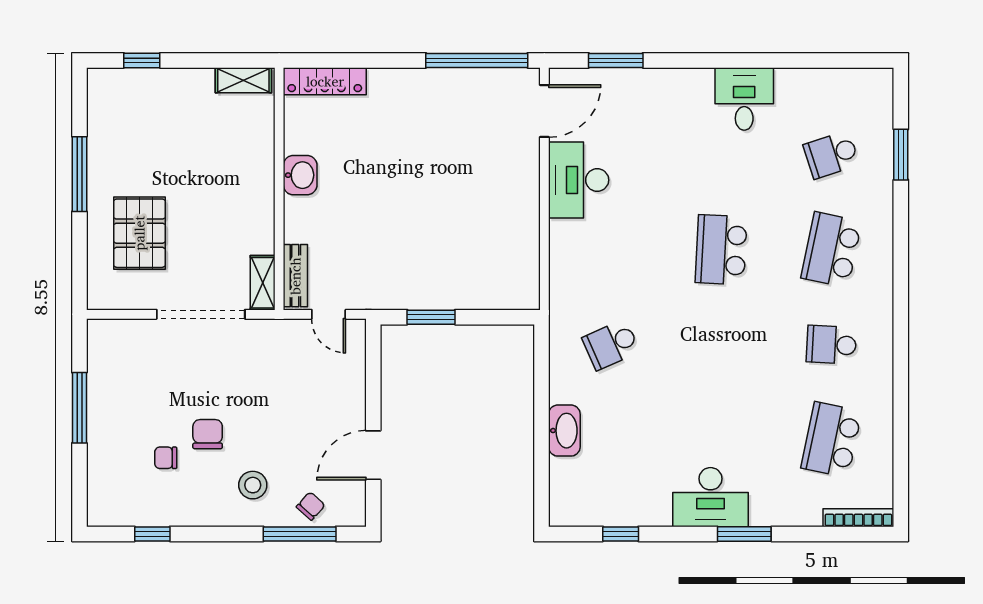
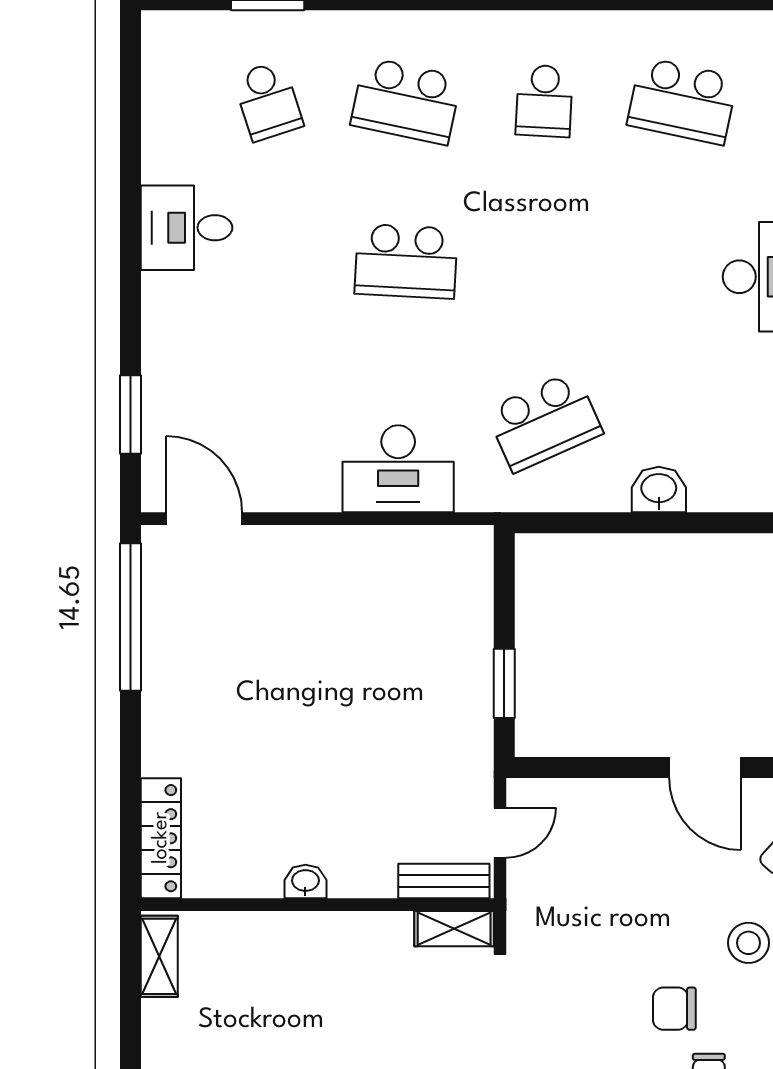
washbasin: (300, 175) -> (305, 881), width x0.72, depth x0.69
desk: (579, 180) -> (398, 469), moved
school desk: (611, 345) -> (544, 422), width x1.85
washbasin: (564, 431) -> (659, 489), width x0.72

